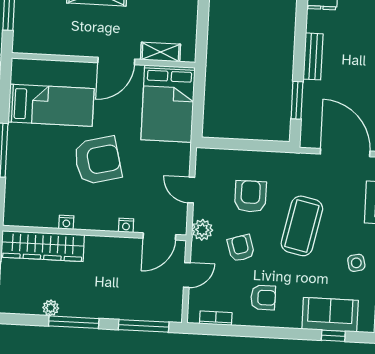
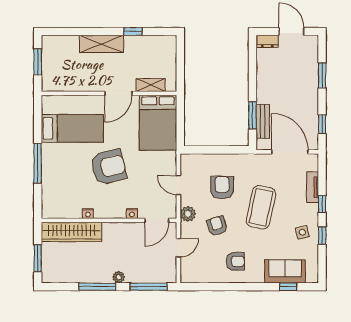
bench: (313, 56) -> (263, 121), moved
plant: (51, 308) -> (119, 277), moved
bookcase: (216, 318) -> (201, 278), removed

